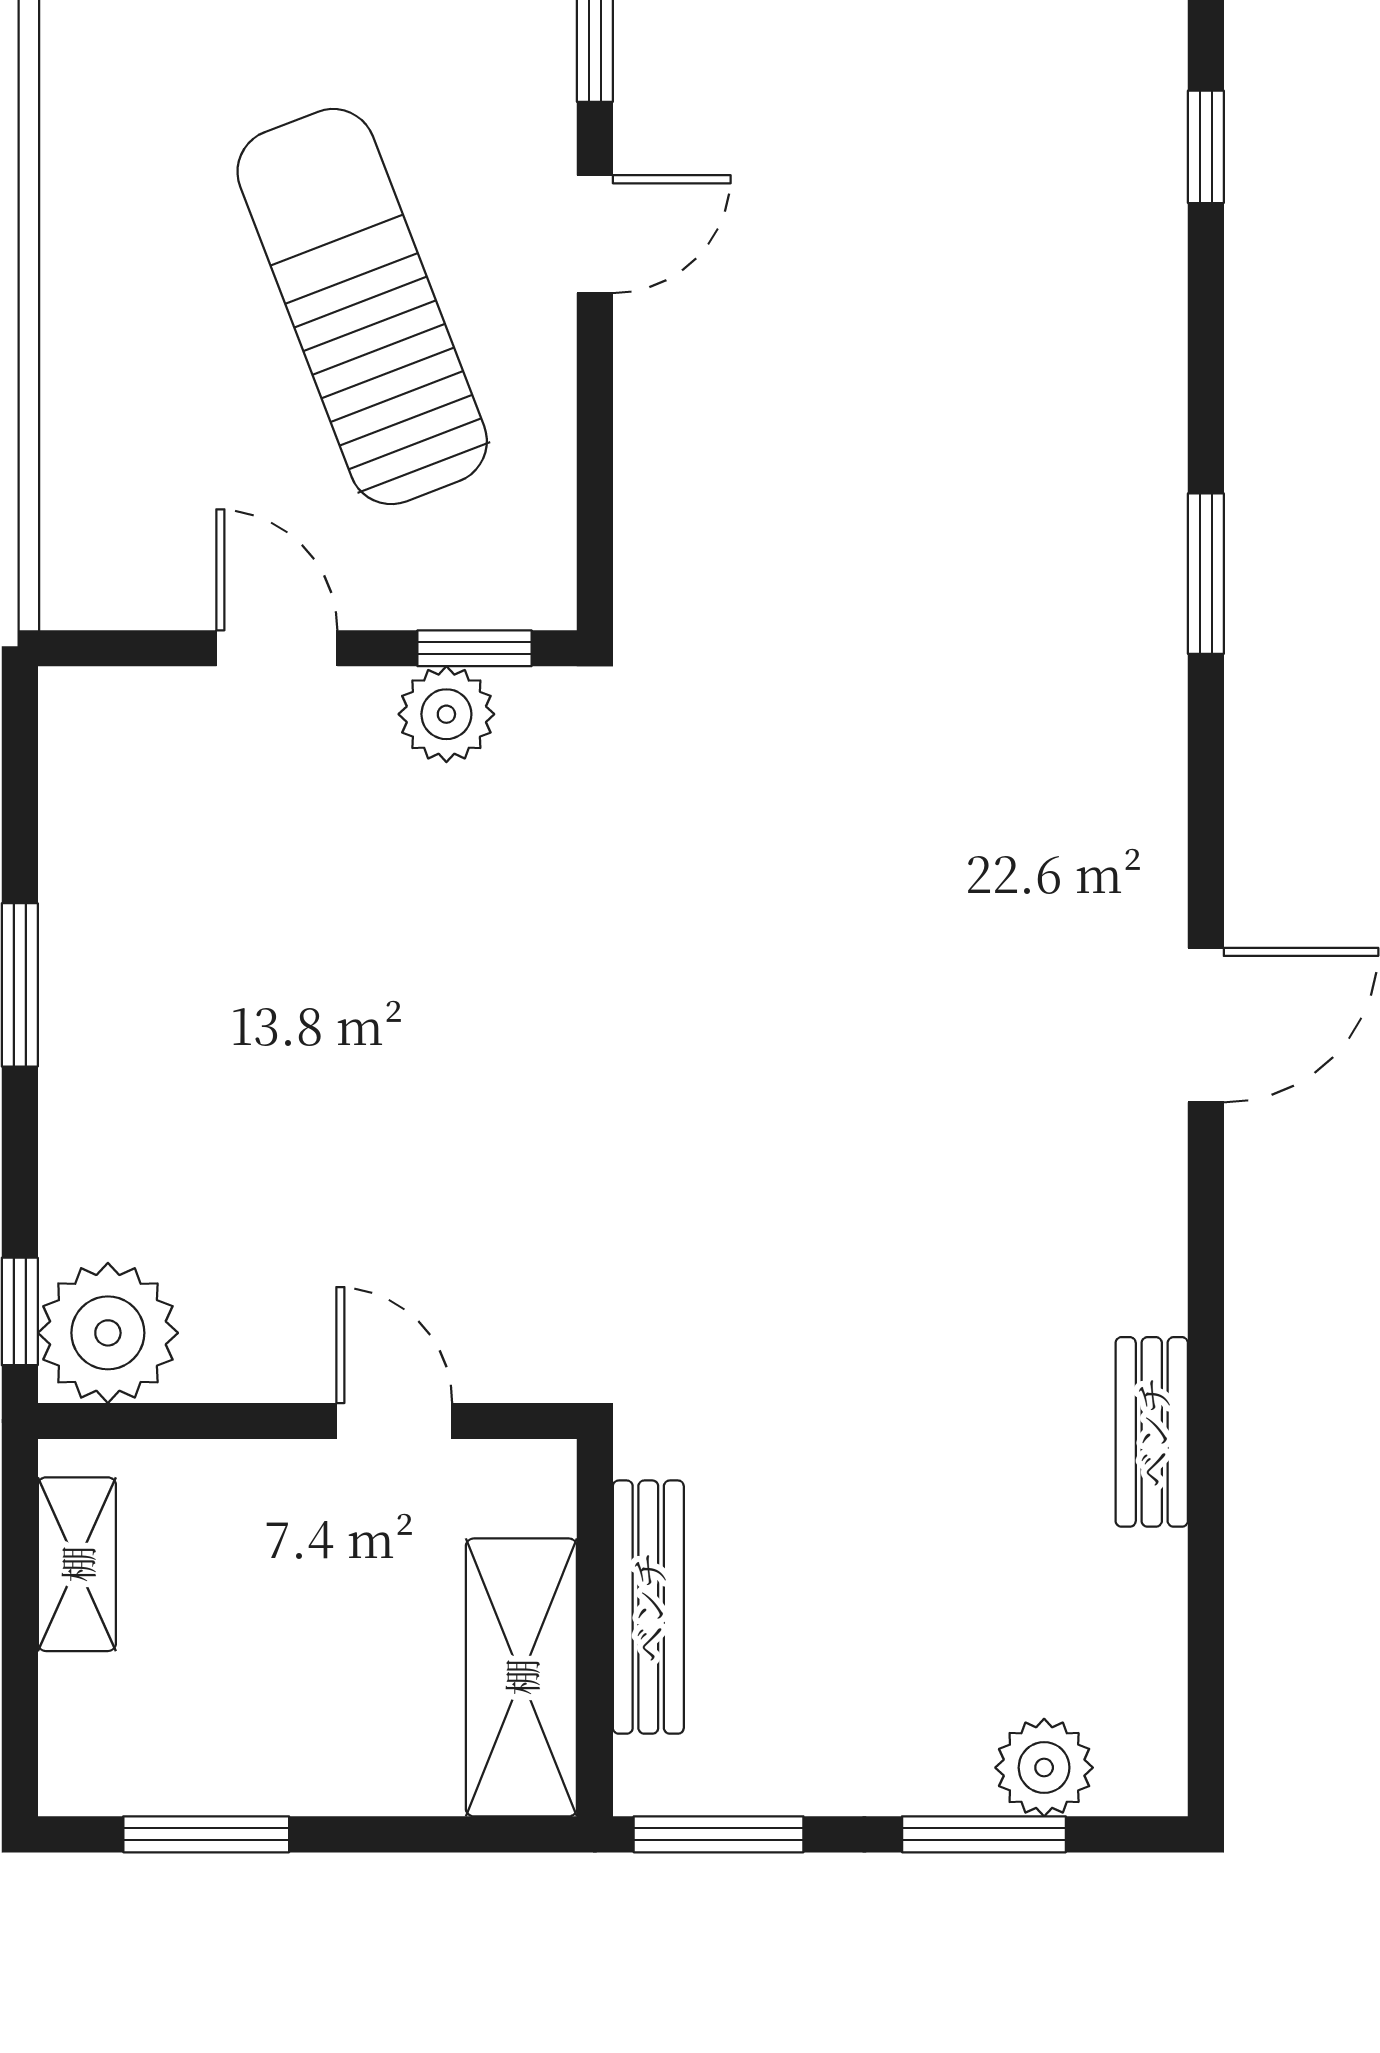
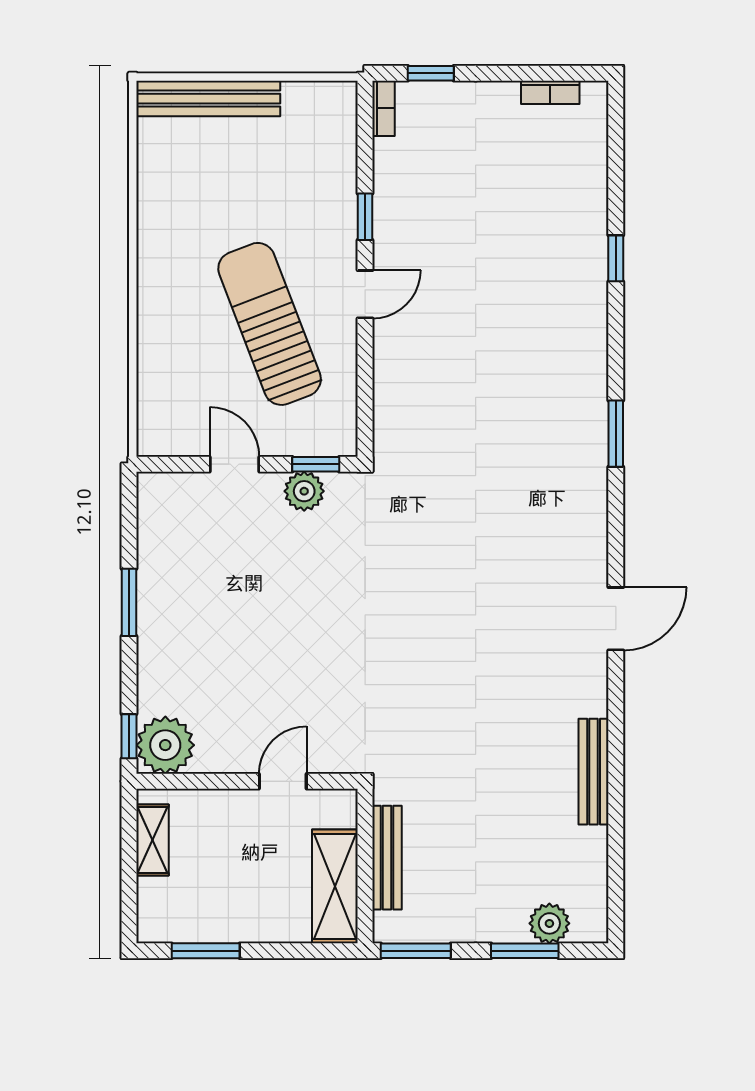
door: (394, 1421) -> (283, 781), hinge flipped
bench: (1152, 1432) -> (594, 772), width x1.36

